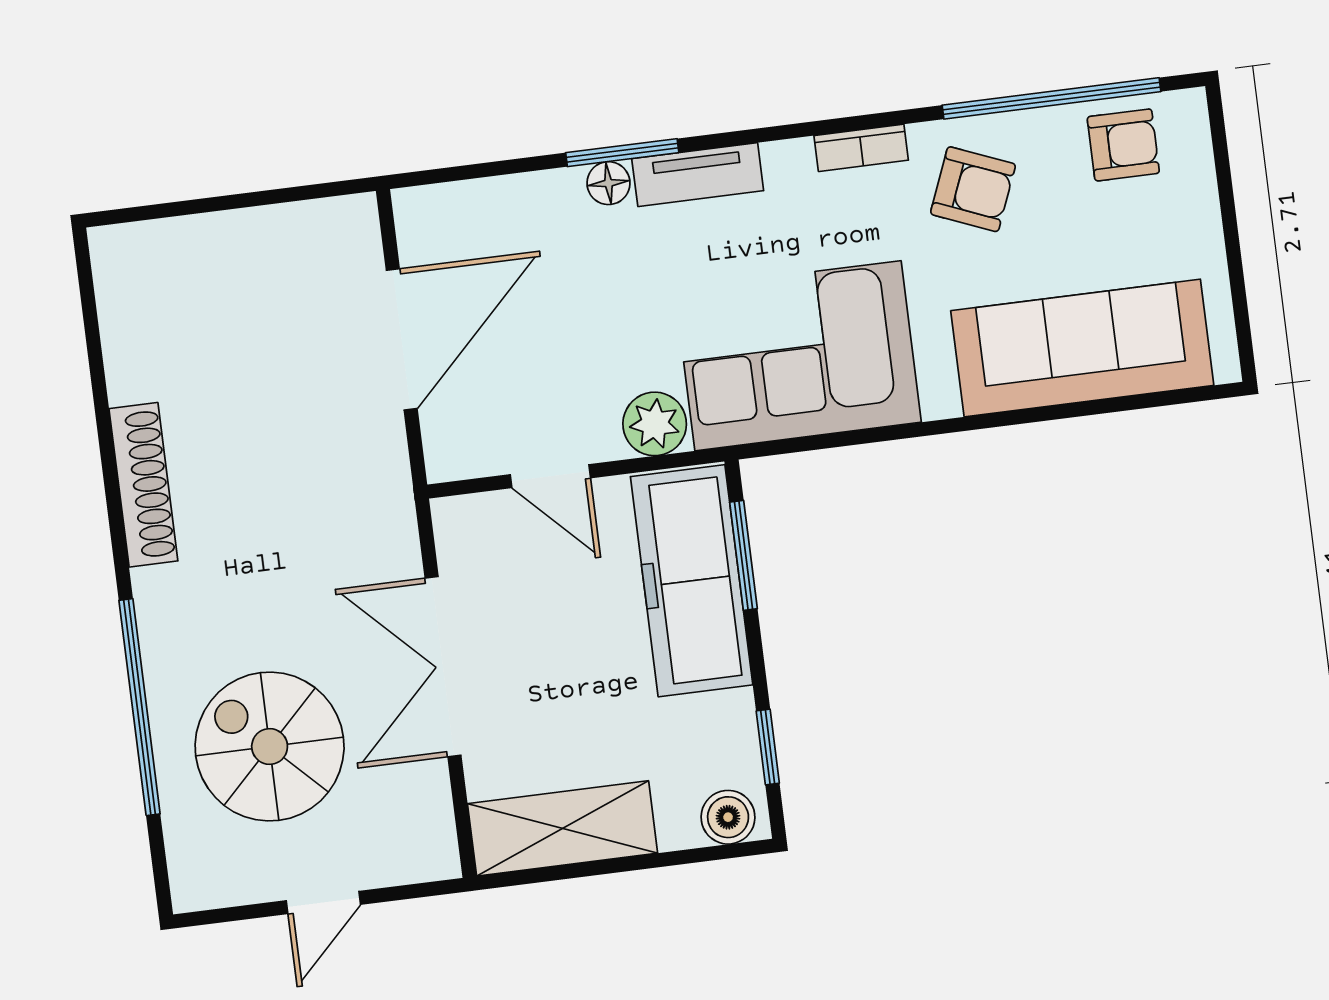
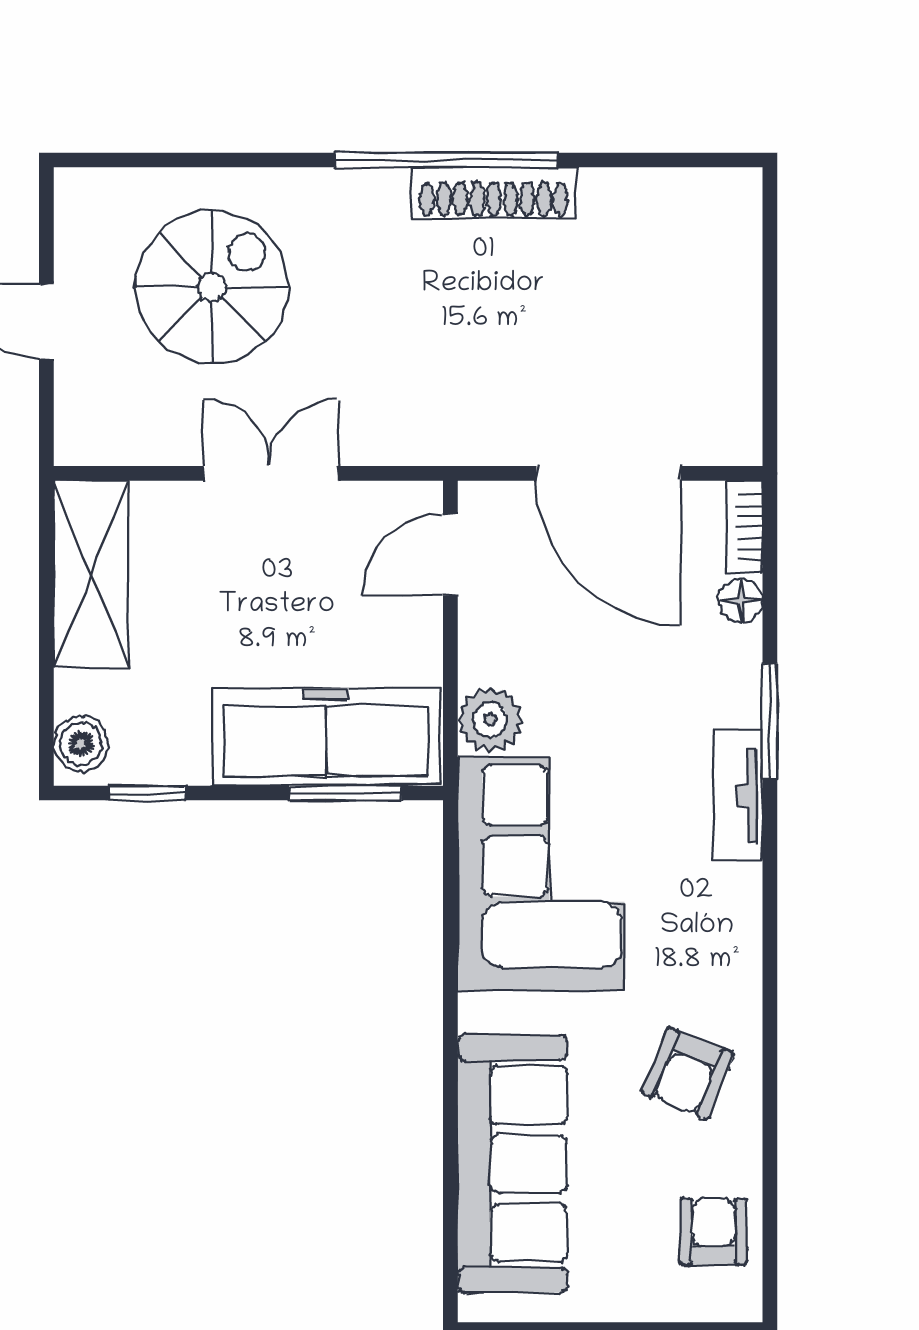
window: (1051, 98) -> (770, 1164), removed
armchair: (1123, 145) -> (713, 1231), turned 180
bookcase: (861, 148) -> (744, 527), moved
floor lamp: (608, 183) -> (741, 600), moved
door: (550, 476) -> (450, 555), moved
double door: (443, 667) -> (271, 473), width x0.73
window: (140, 707) -> (446, 160), moved

